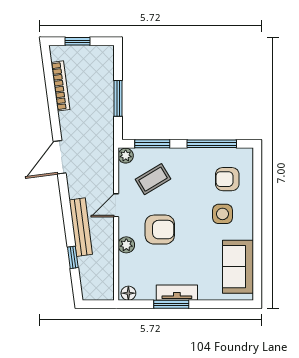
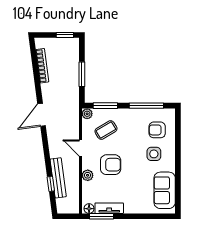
window: (77, 41) -> (65, 35), moved
door: (116, 205) -> (81, 148), hinge flipped
bench: (81, 227) -> (58, 178), moved
tv unit: (177, 293) -> (109, 208), moved
window: (171, 304) -> (102, 216), moved

